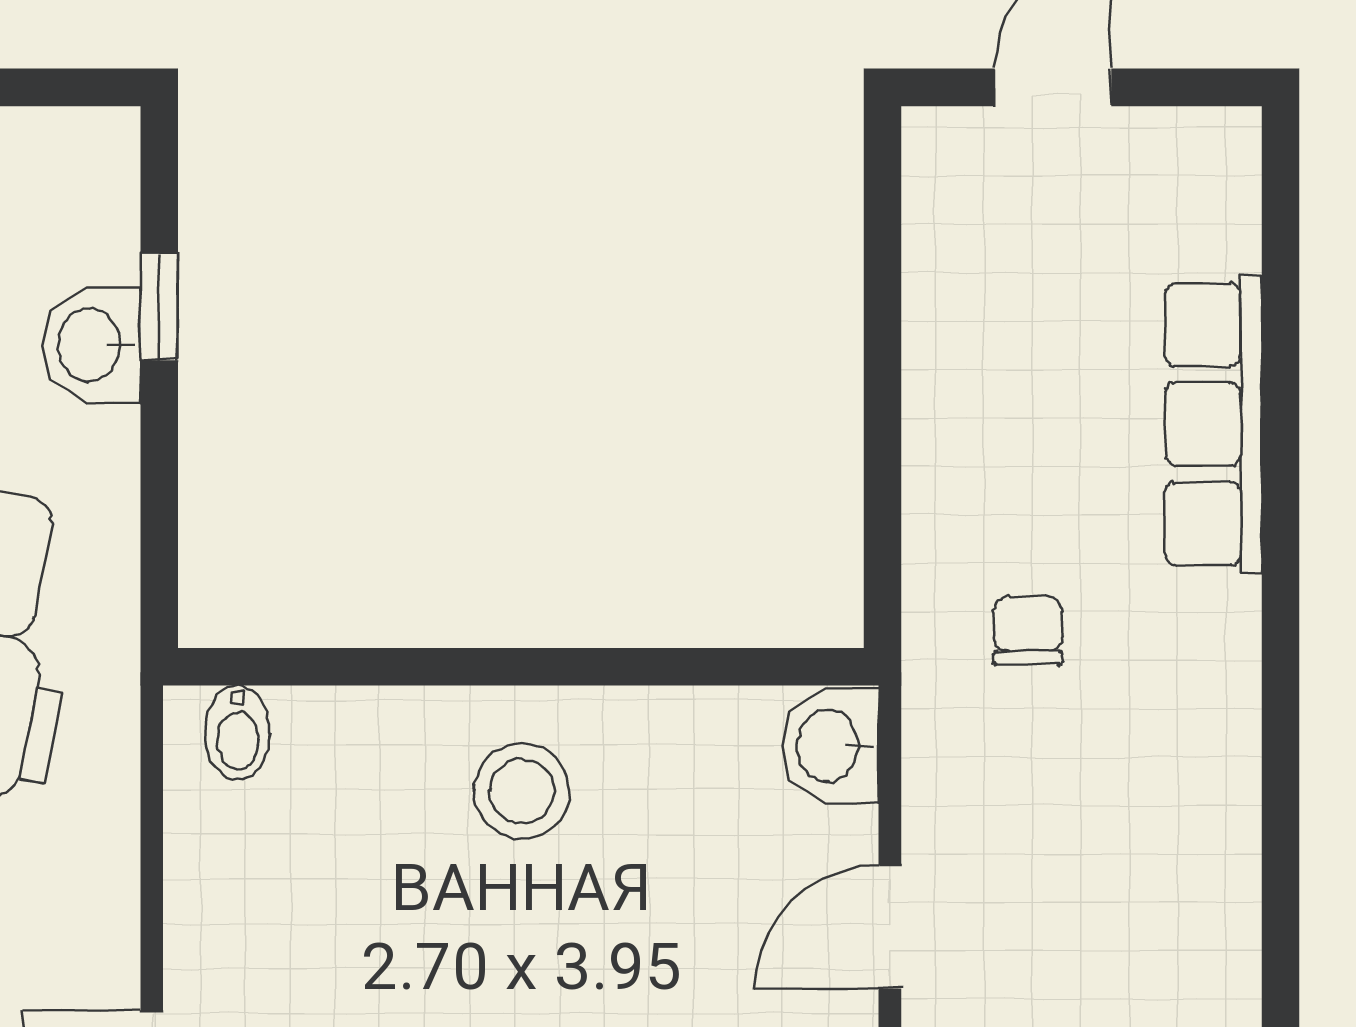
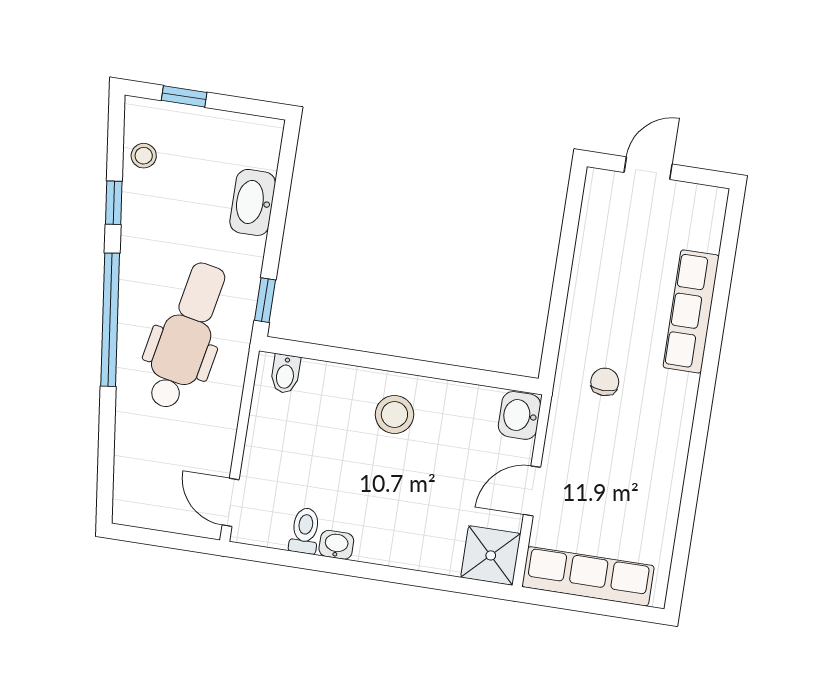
window: (159, 307) -> (265, 300), moved
washbasin: (91, 345) -> (253, 202), width x1.38

